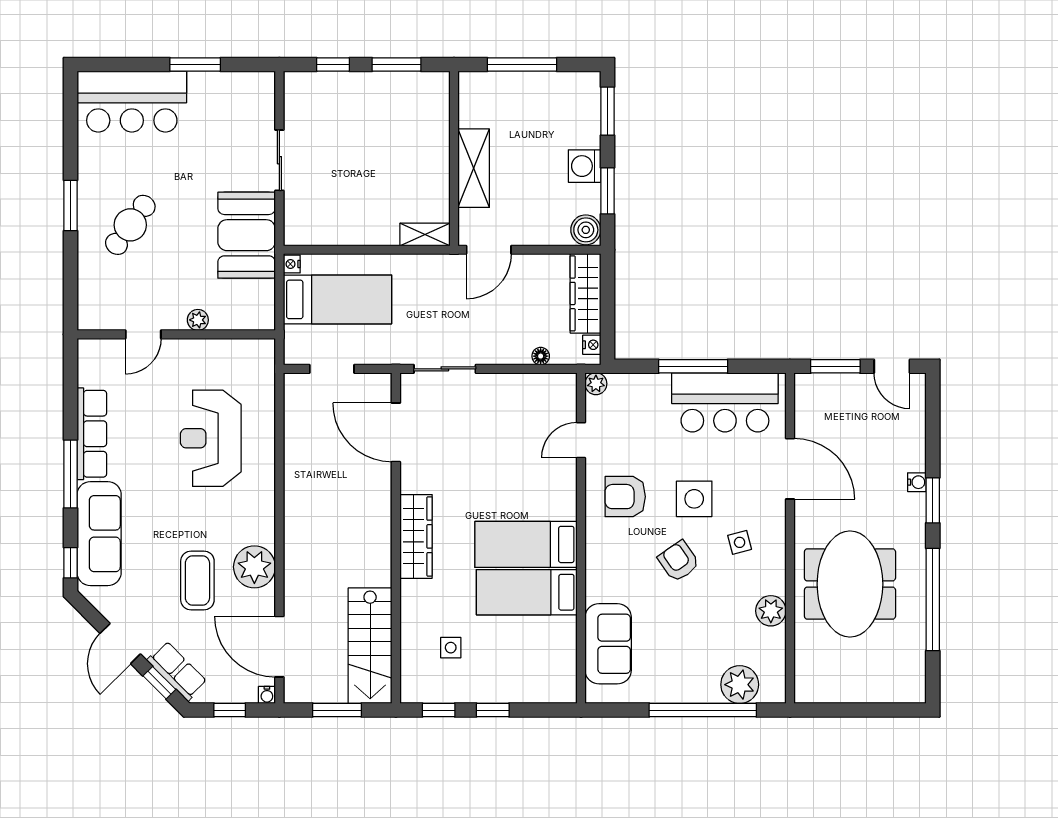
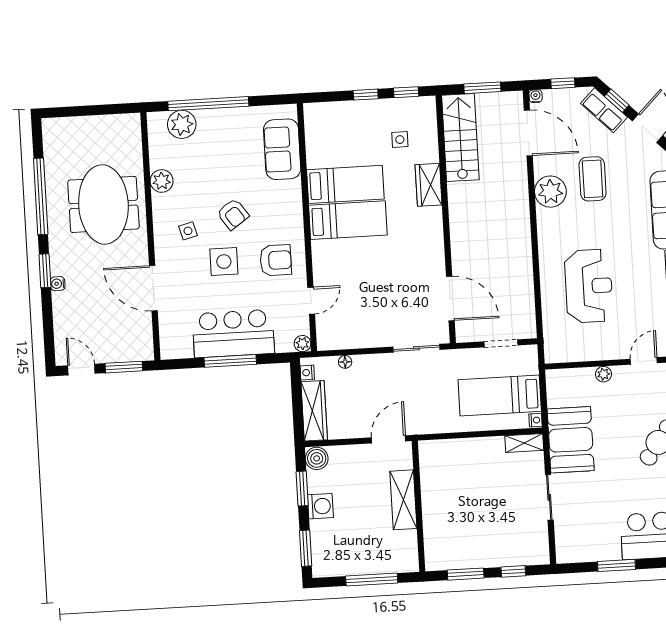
shelving: (425, 234) -> (524, 443), moved
bar counter: (725, 402) -> (233, 334), moved
wardrobe: (416, 536) -> (429, 185), moved, width x0.67

